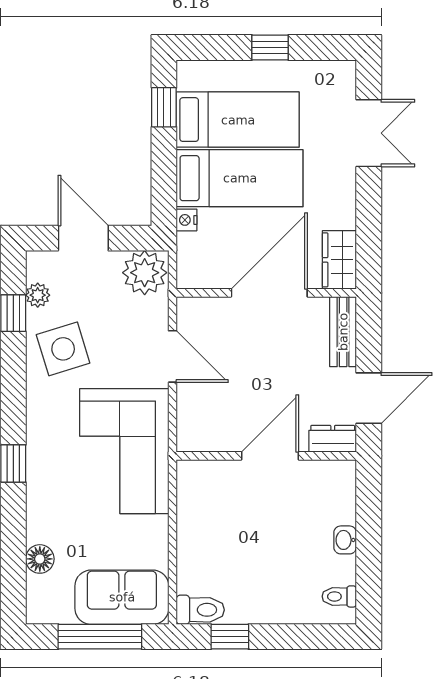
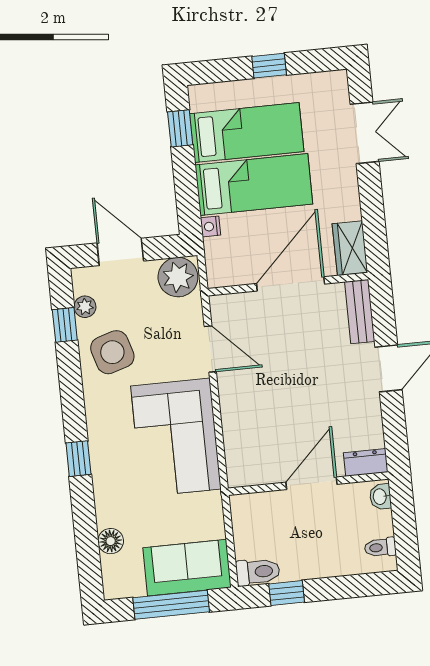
dresser: (333, 439) -> (366, 462), moved
wall: (266, 456) -> (308, 484), moved
door: (270, 456) -> (312, 483), moved

